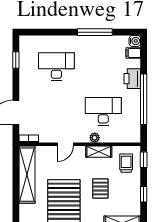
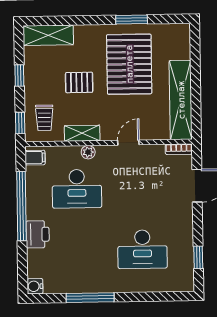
filing cabinet: (133, 53) -> (35, 158), moved
pallet: (100, 188) -> (79, 82), turned 90

